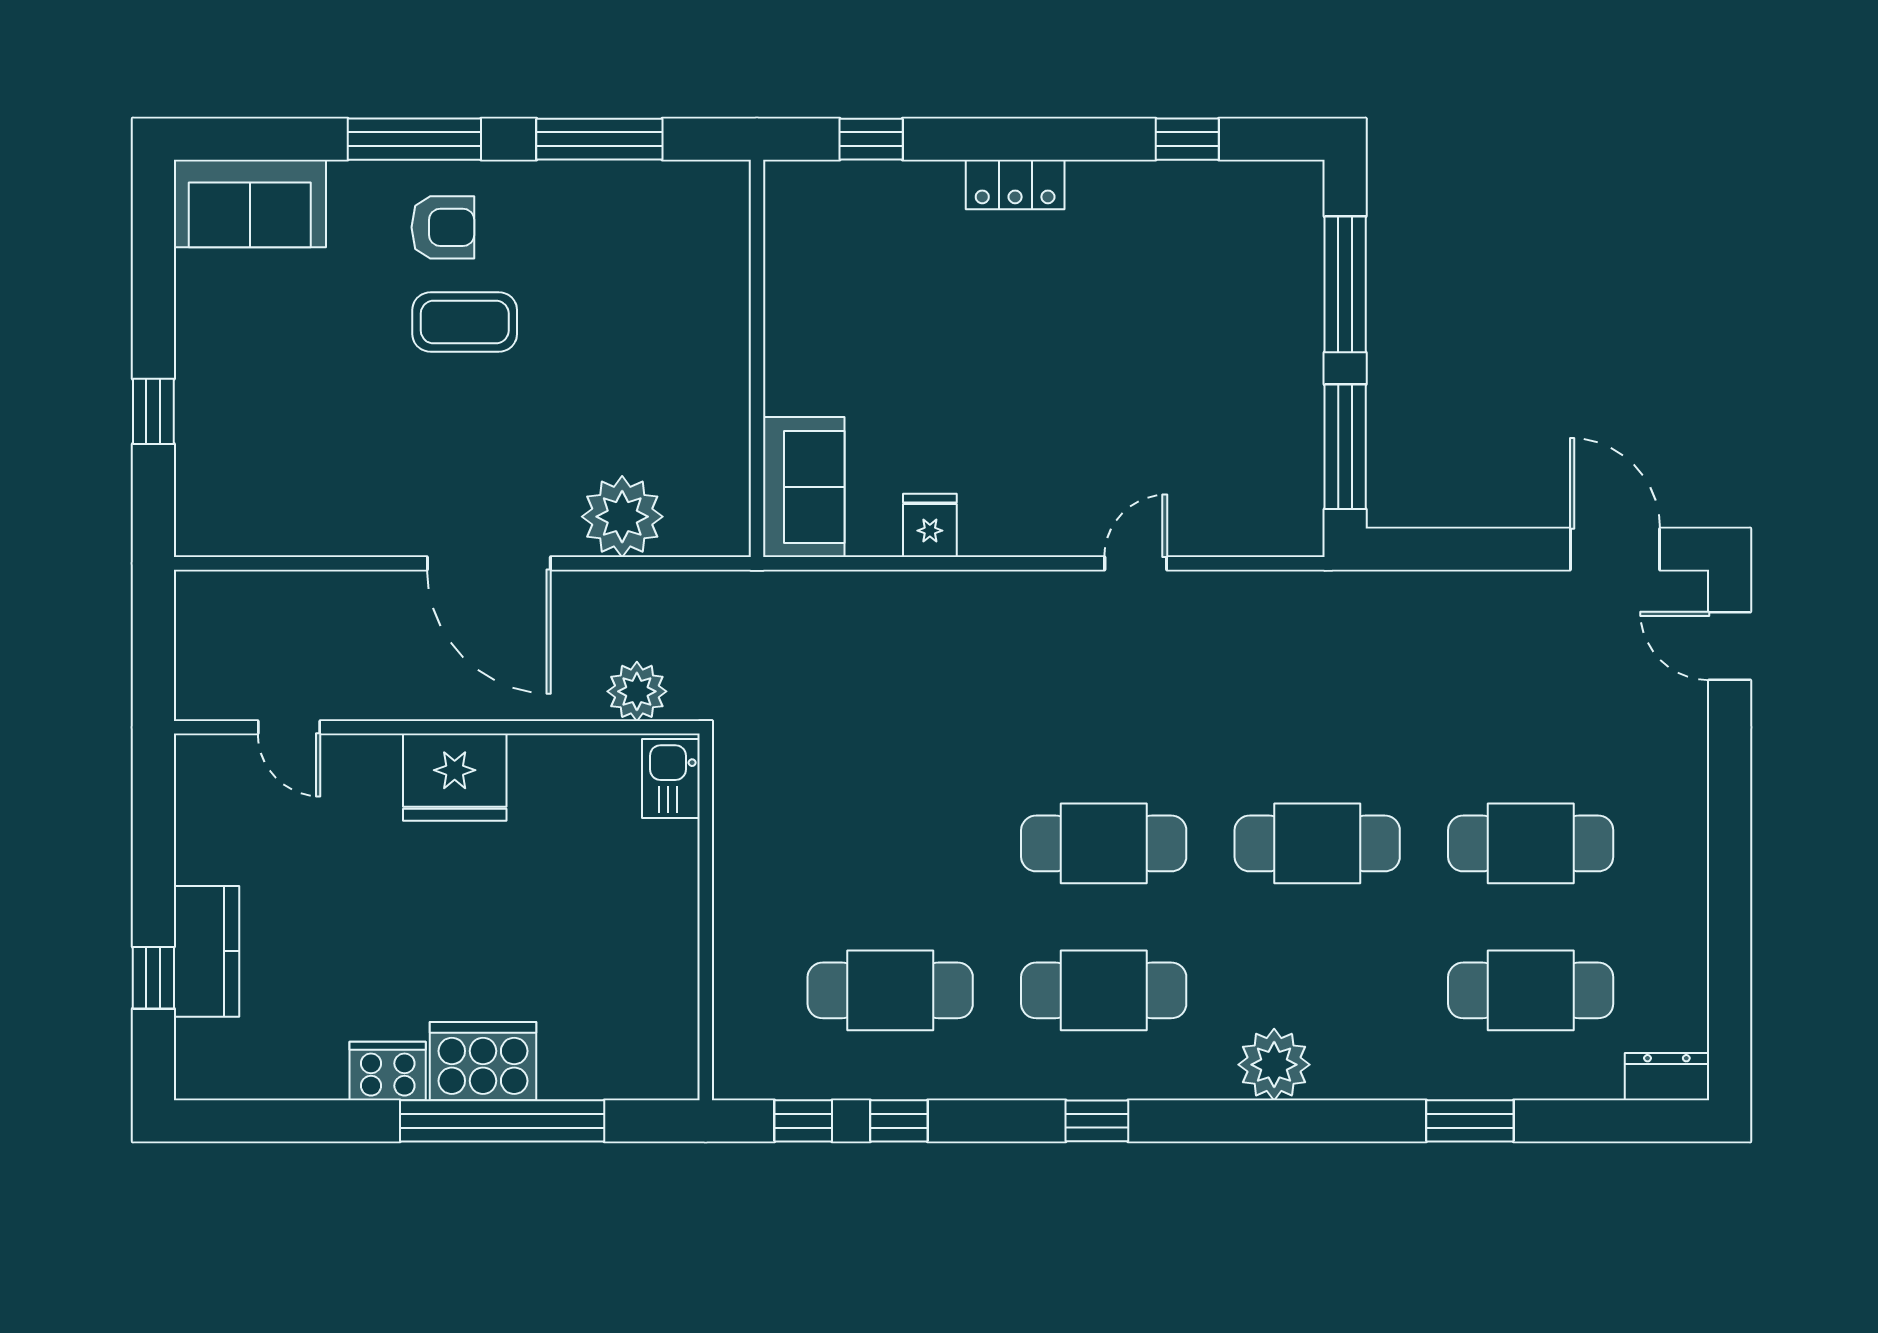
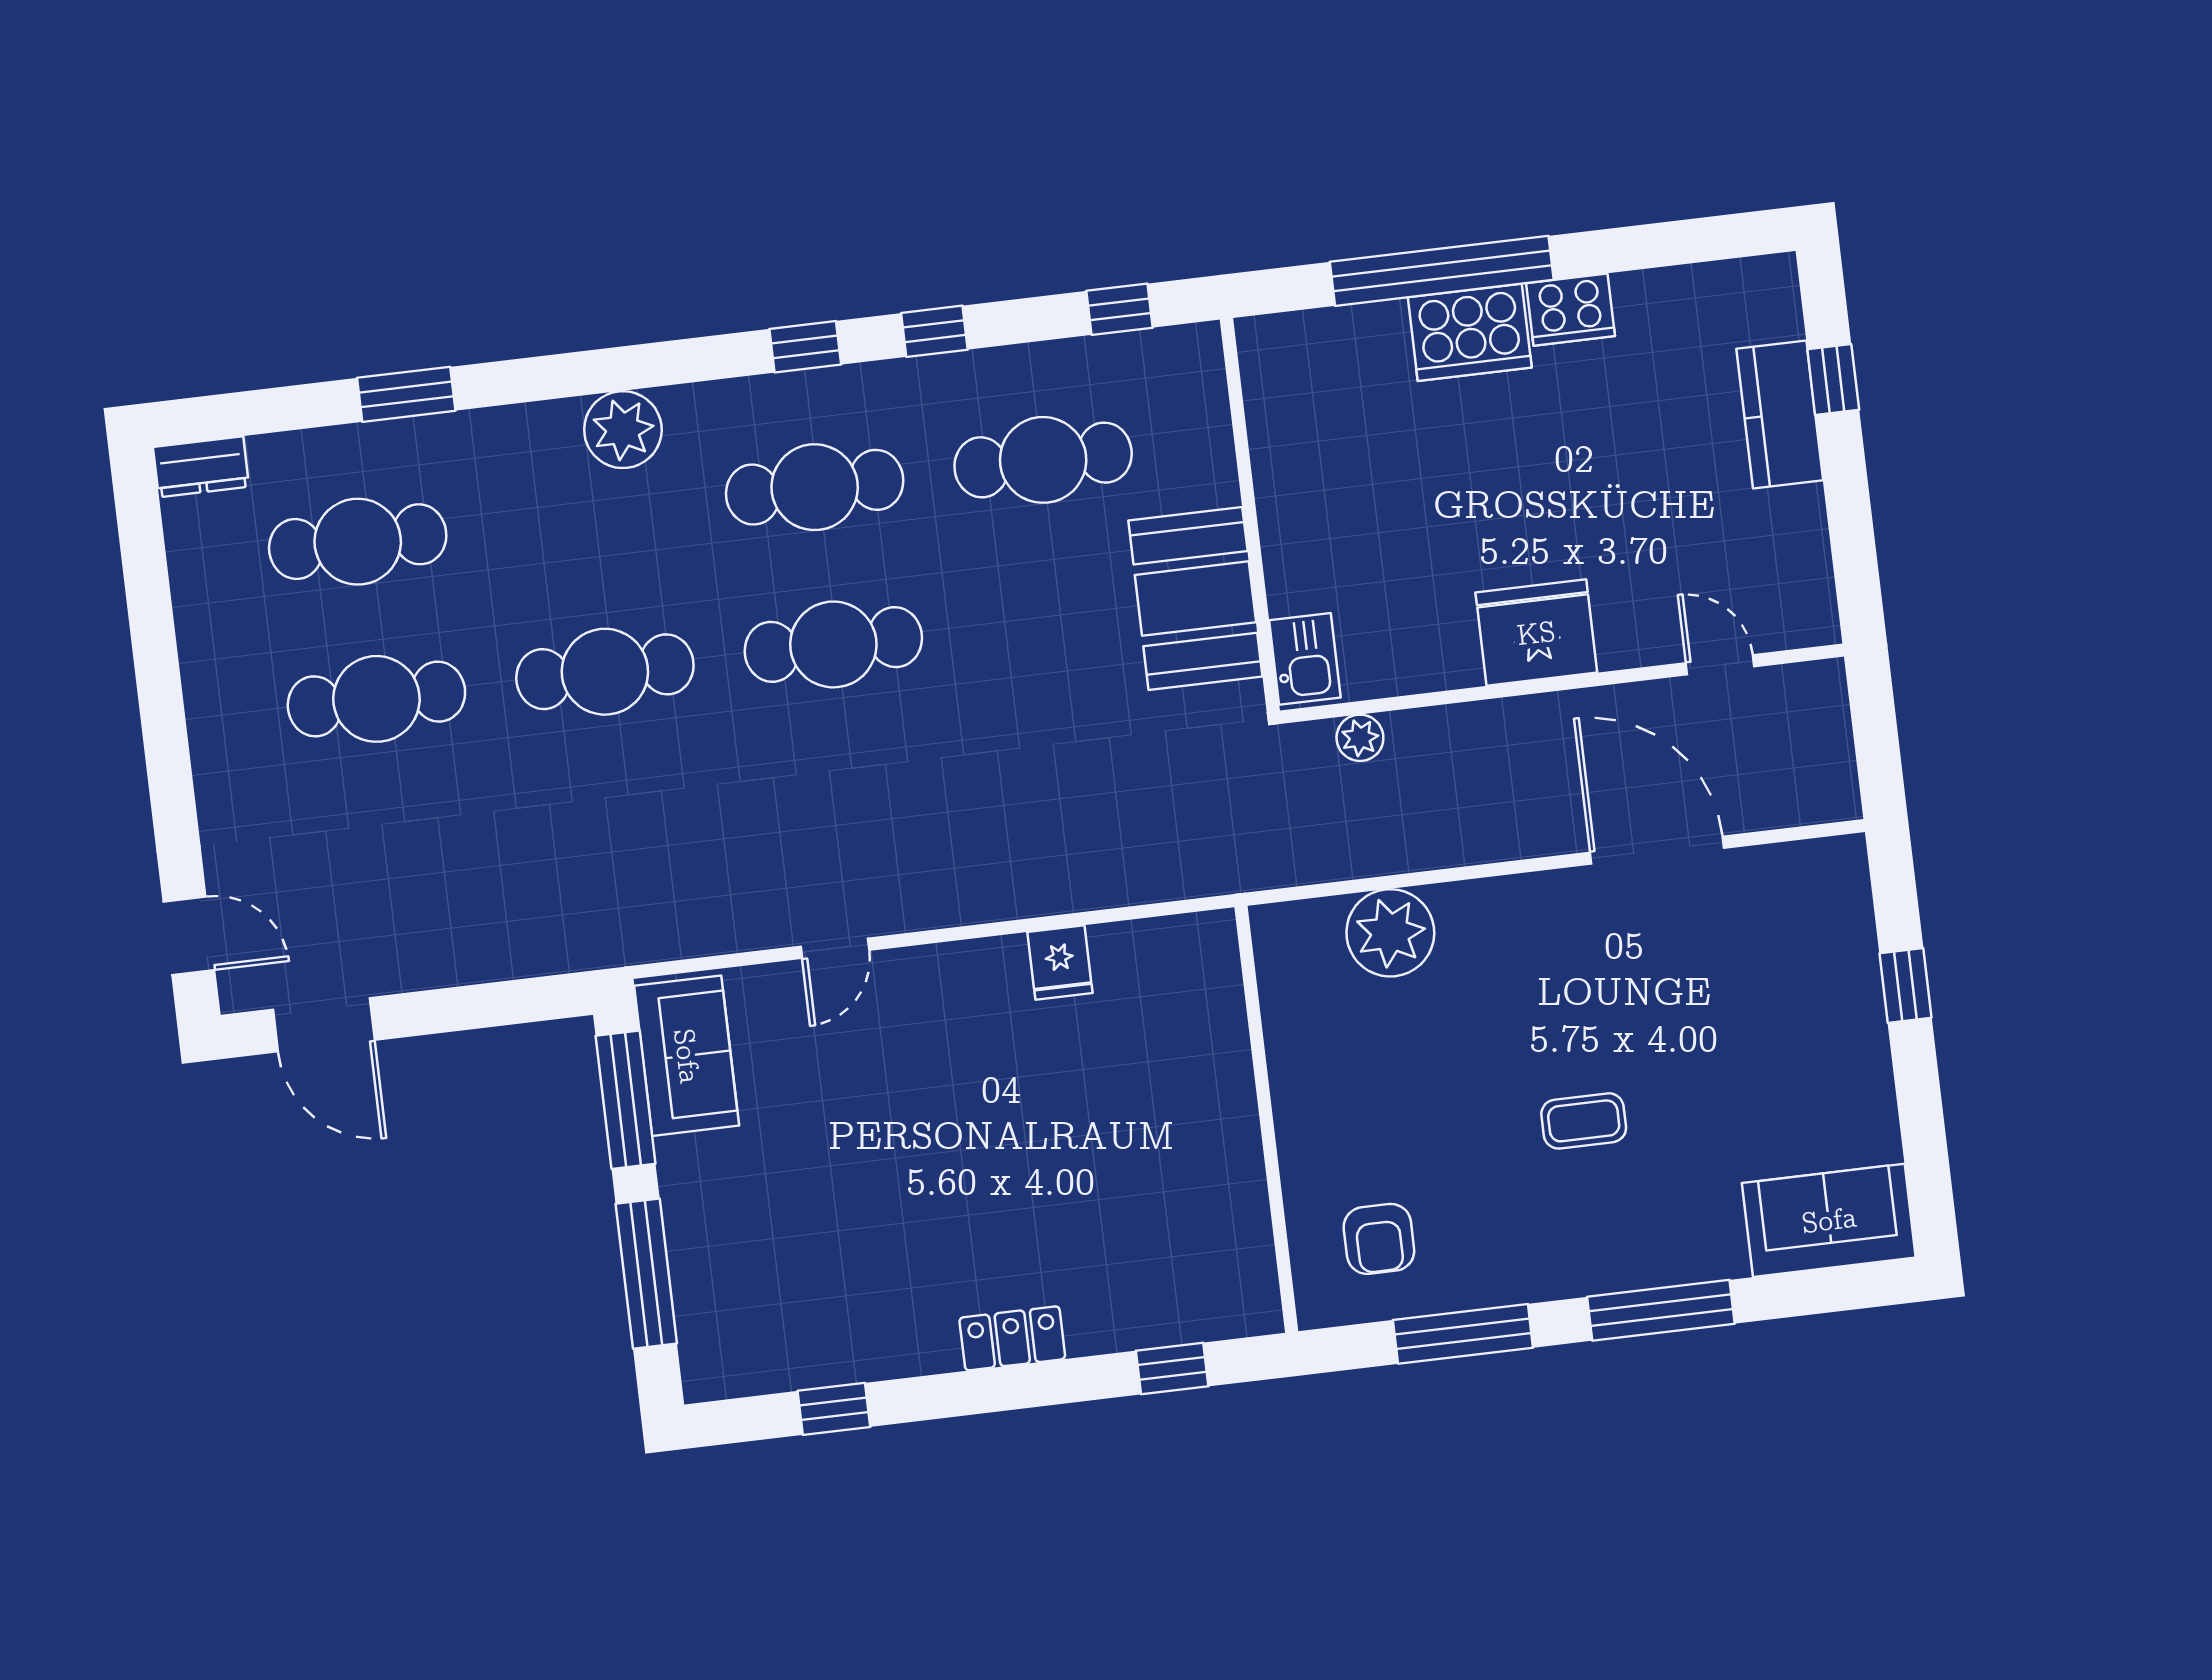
armchair: (443, 227) -> (1379, 1239), moved, turned -90
coffee table: (465, 322) -> (1584, 1121), width x0.73, depth x0.77
sofa: (804, 487) -> (687, 1056), moved, turned 180
door: (489, 563) -> (1657, 850), moved
plant: (637, 691) -> (1360, 738), width x0.73, depth x0.73
booth: (765, 846) -> (1195, 599), added
window: (899, 1121) -> (934, 331), moved

